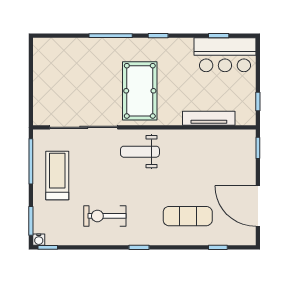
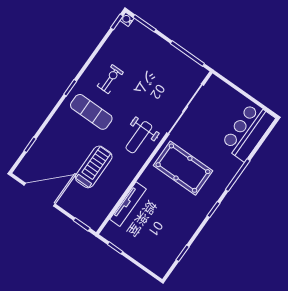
bar counter: (225, 55) -> (248, 132), moved
weight bench: (140, 152) -> (139, 137), turned 180
treadmill: (57, 176) -> (94, 167), moved, turned -90
exercise bike: (105, 216) -> (110, 79), width x0.73, depth x0.72
exercise mat: (188, 216) -> (91, 112), moved, turned 90

